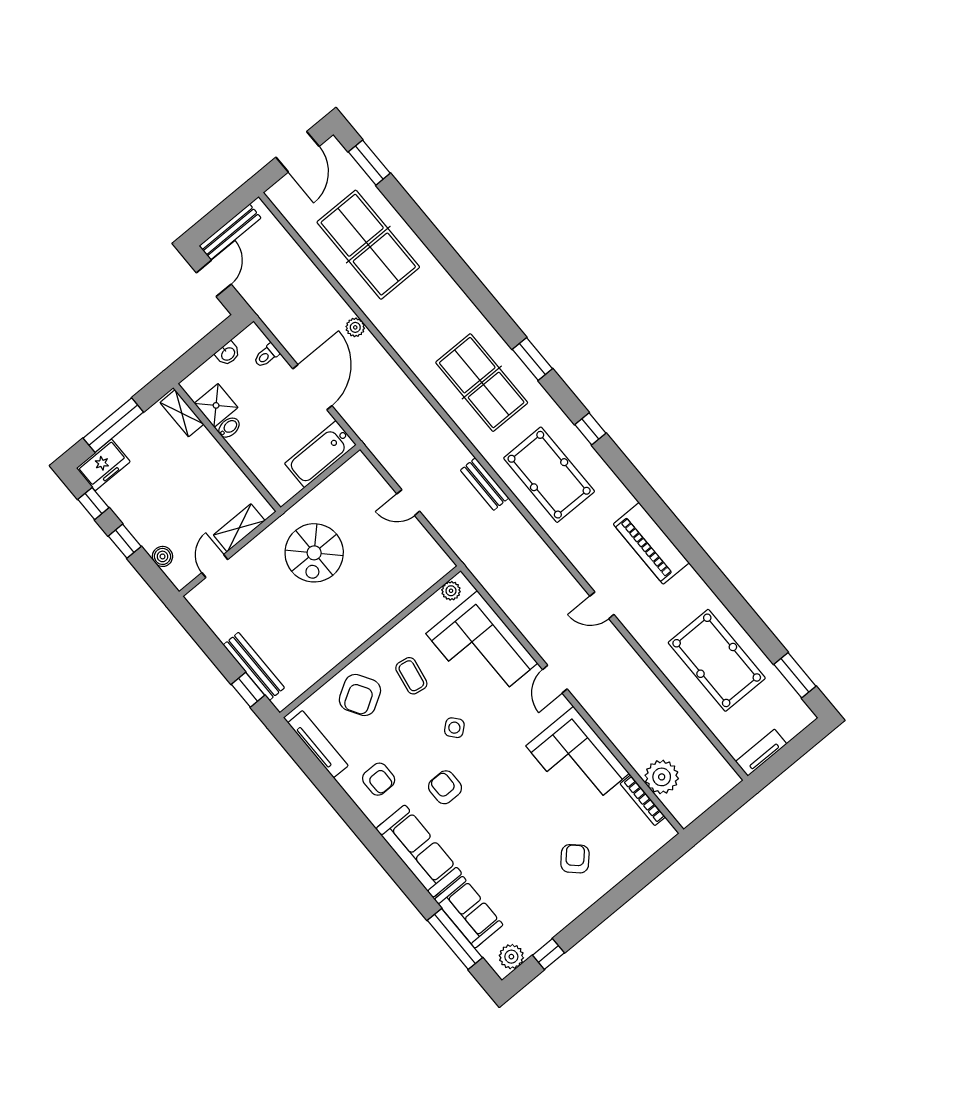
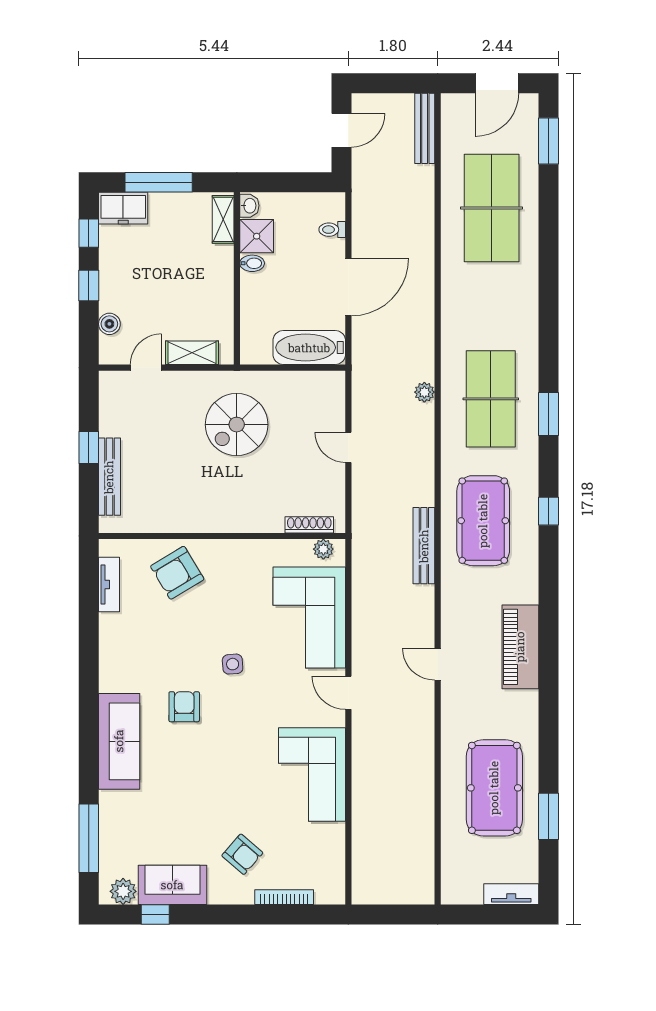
bench: (230, 232) -> (425, 128), moved, turned 90
plant: (355, 327) -> (424, 392), moved
washbasin: (228, 354) -> (249, 206), moved, turned -90
bench: (485, 484) -> (424, 546), moved, width x1.36
shoe rack: (426, 582) -> (309, 525), added
window: (795, 675) -> (549, 816), moved
coffee table: (411, 676) -> (233, 592), removed
door: (555, 679) -> (348, 693), hinge flipped
window: (248, 690) -> (89, 447), moved
side table: (454, 728) -> (233, 664), turned 36
tv unit: (318, 744) -> (109, 584), width x0.71
tv unit: (761, 753) -> (511, 894), moved
plant: (662, 777) -> (369, 846), removed
armchair: (379, 779) -> (135, 655), removed
bookcase: (643, 800) -> (284, 897), moved, turned 90
armchair: (575, 859) -> (242, 854), turned 88
sofa: (469, 912) -> (172, 885), moved, turned -90

